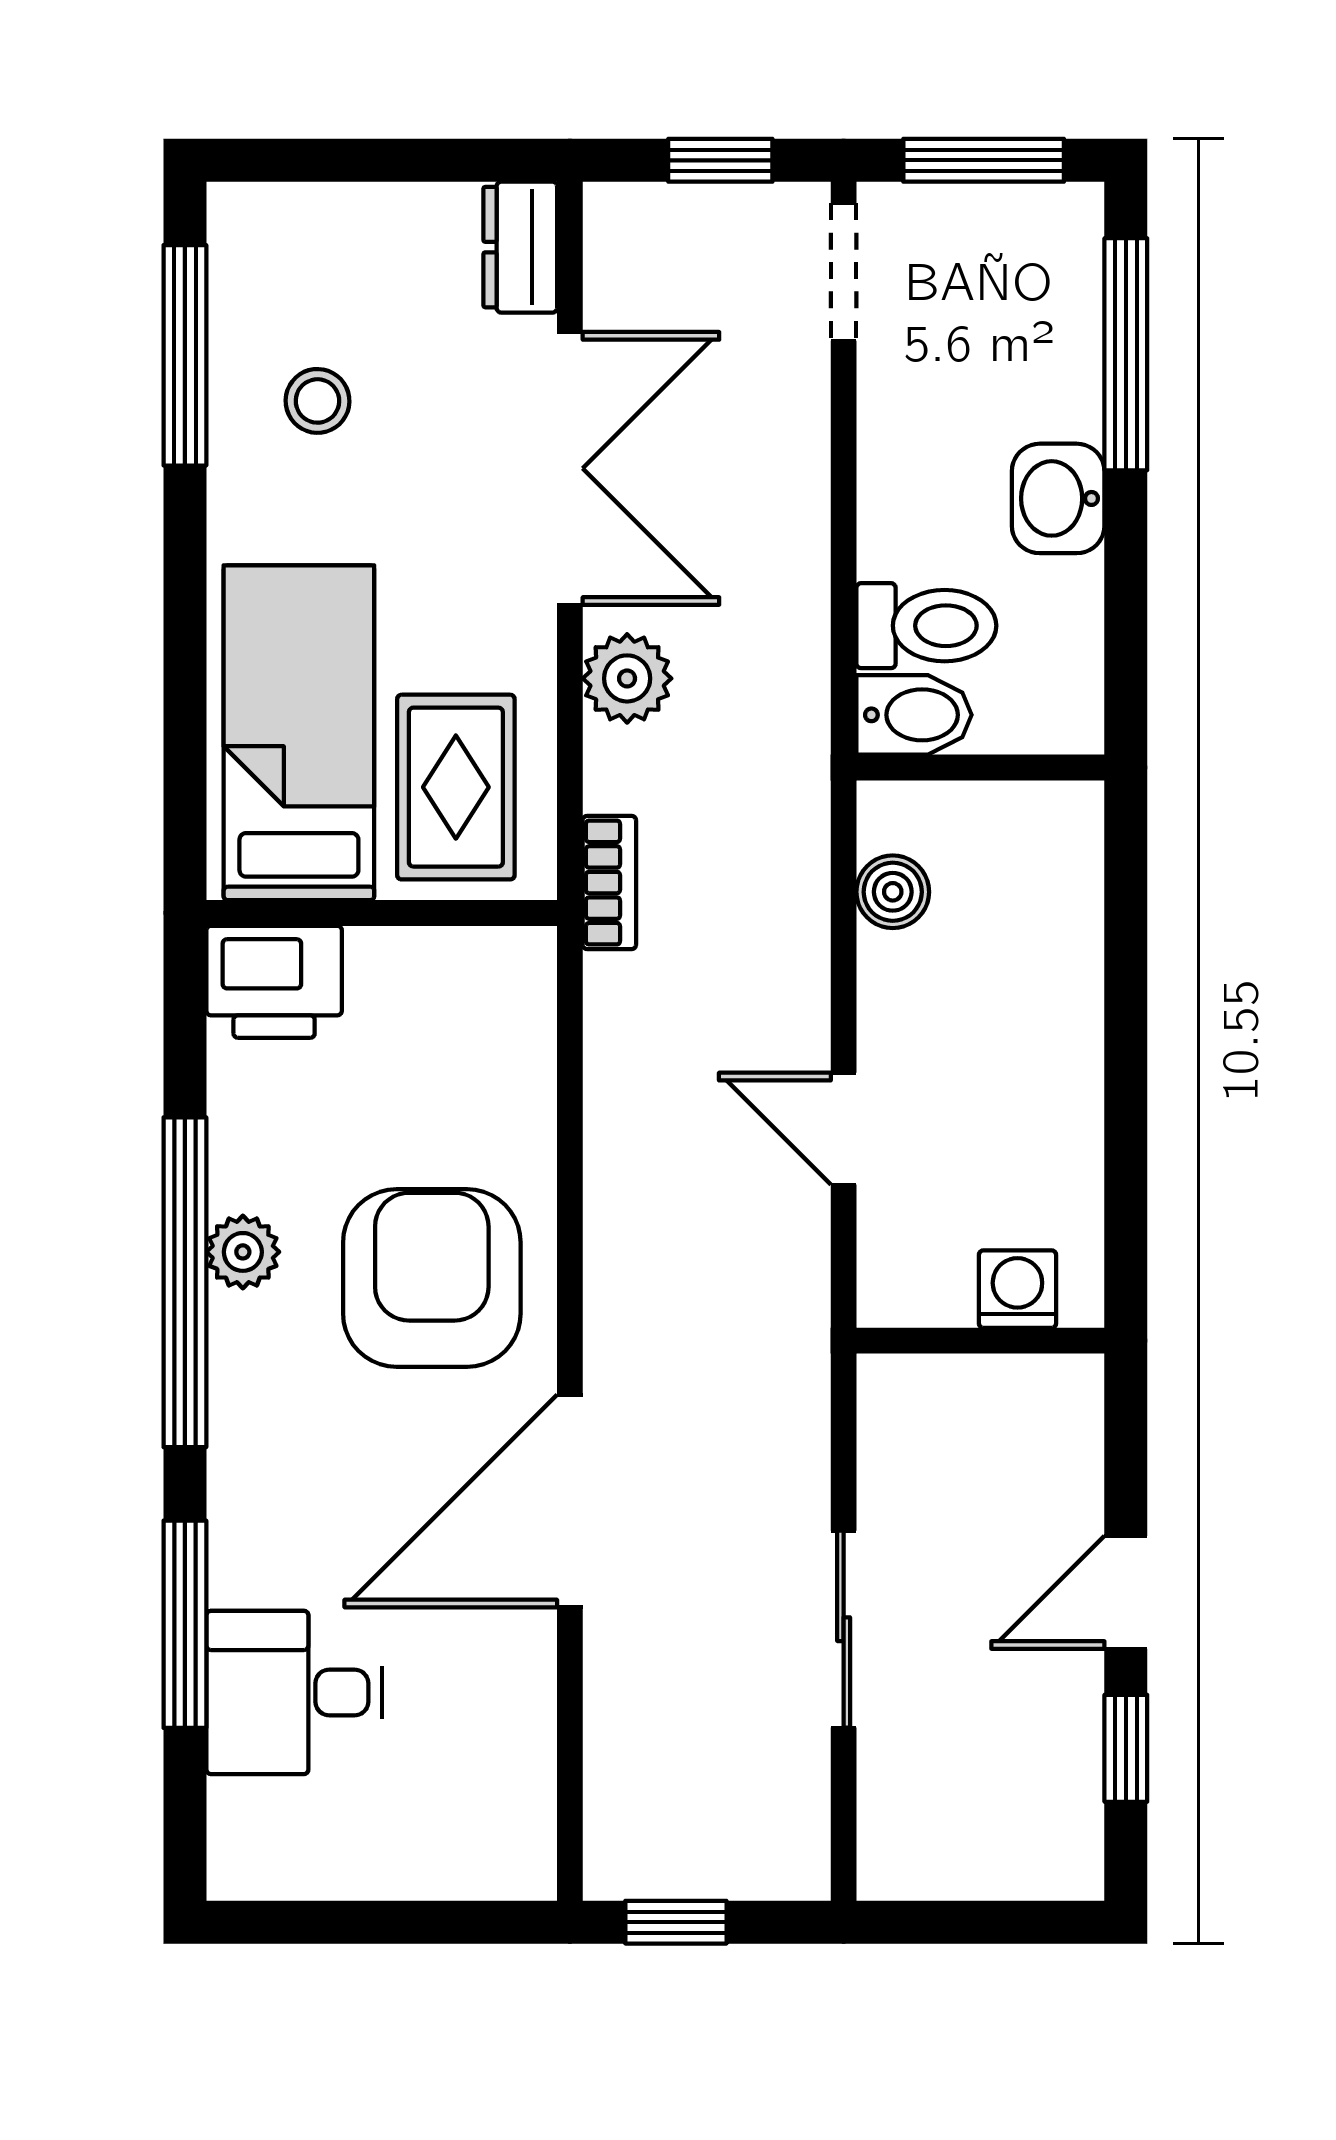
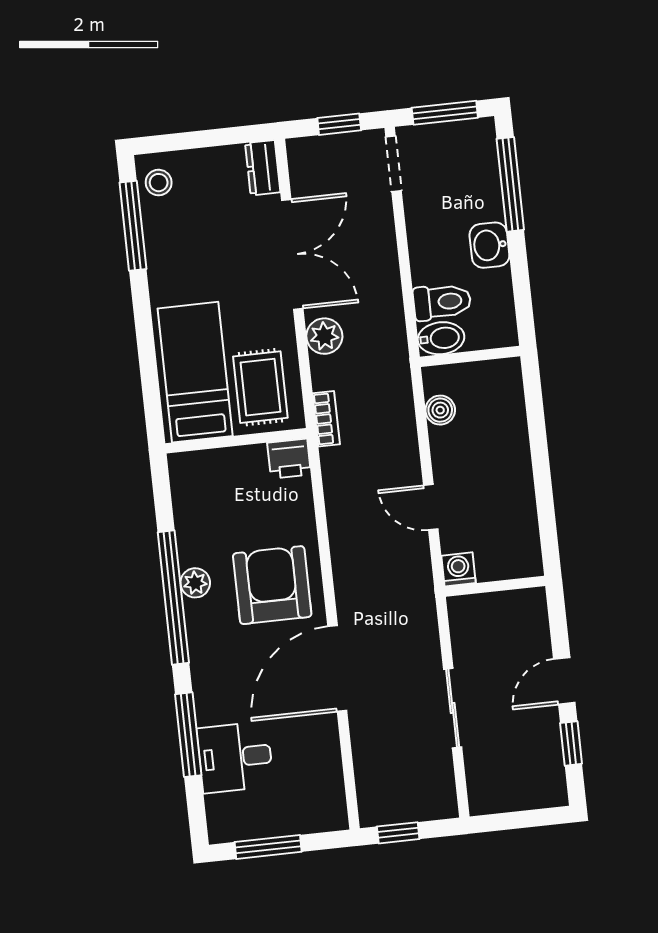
stool: (317, 401) -> (159, 183), moved
printer: (274, 982) -> (289, 459), moved, width x0.73, depth x0.81
washing machine: (1017, 1289) -> (458, 569), moved
window: (352, 1922) -> (268, 847), added

